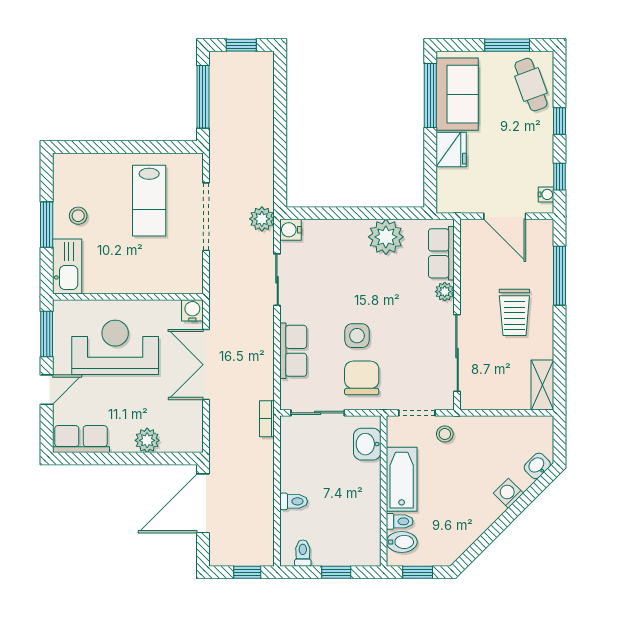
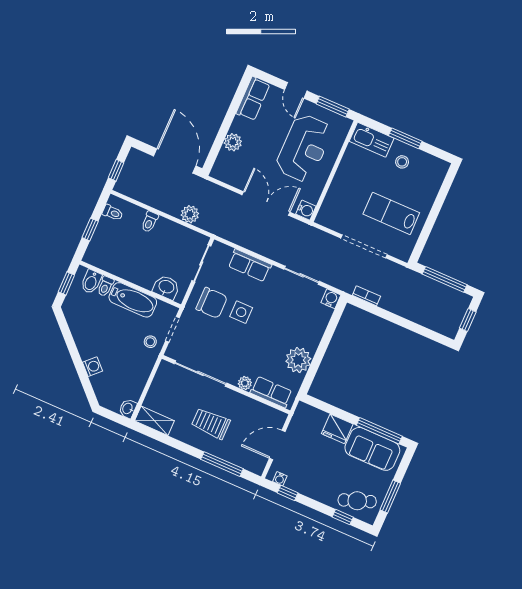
window: (560, 121) -> (343, 517), moved
plant: (262, 219) -> (190, 214), moved
bookcase: (267, 419) -> (366, 296), moved
washbasin: (537, 466) -> (128, 409), moved, turned -135

